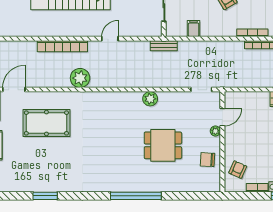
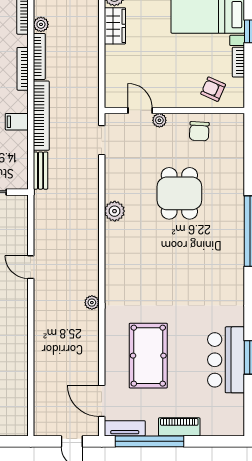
filing cabinet: (194, 29) -> (17, 122), moved
bookcase: (62, 46) -> (41, 116), moved
bench: (164, 46) -> (41, 171), moved
plant: (80, 78) -> (92, 303), width x0.53, depth x0.53
bar counter: (43, 179) -> (226, 360), added

